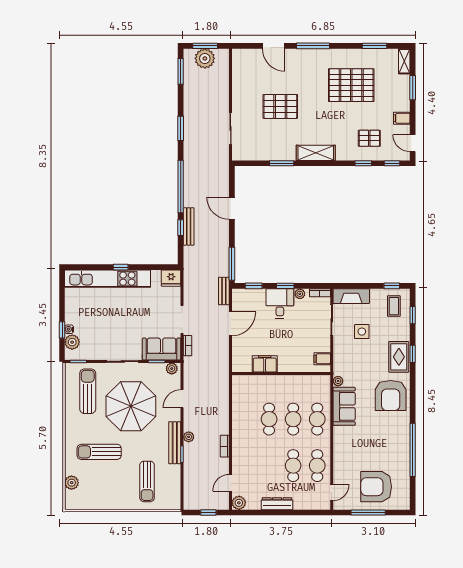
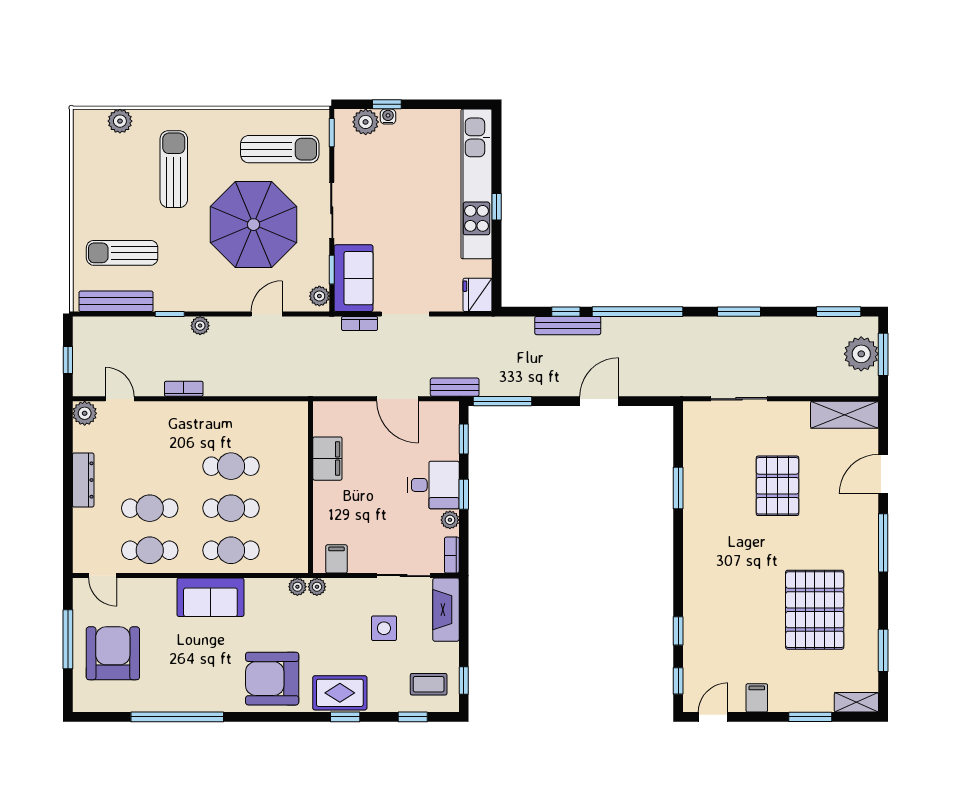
pallet: (369, 138) -> (722, 641), removed
shelving: (316, 153) -> (845, 415), moved, turned 90
plant: (338, 370) -> (317, 587), added
door: (182, 399) -> (267, 314), hinge flipped
sofa: (344, 406) -> (210, 597), moved
bench: (175, 443) -> (116, 301), moved

